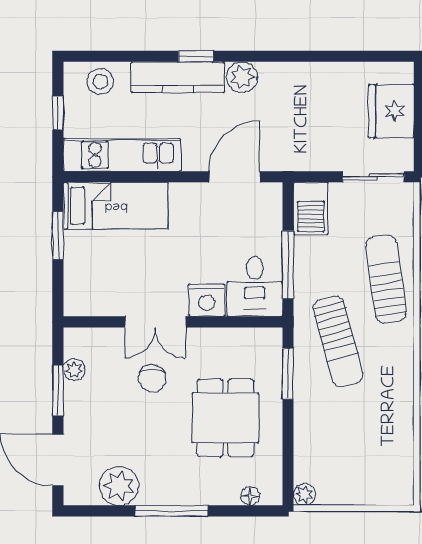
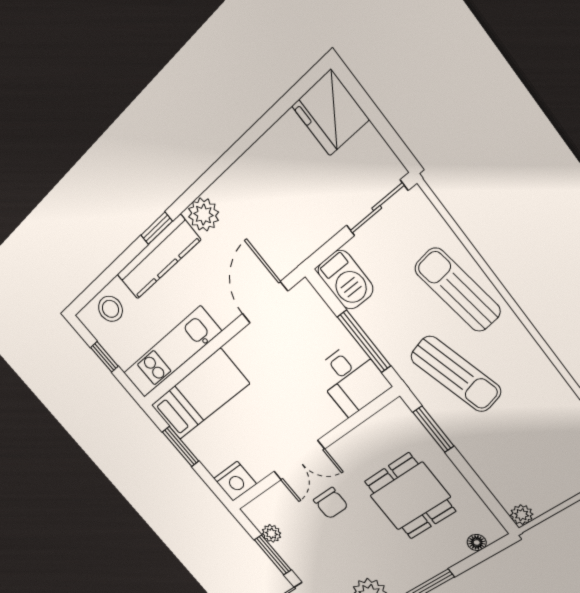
fridge: (391, 111) -> (330, 113), moved
nightstand: (207, 300) -> (235, 481), moved

